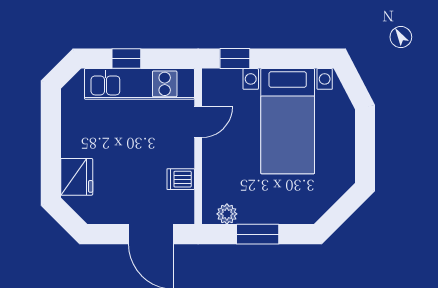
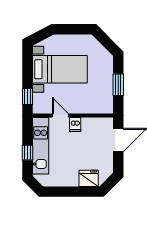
dishwasher: (181, 179) -> (75, 125), moved
plant: (227, 214) -> (108, 101), removed

